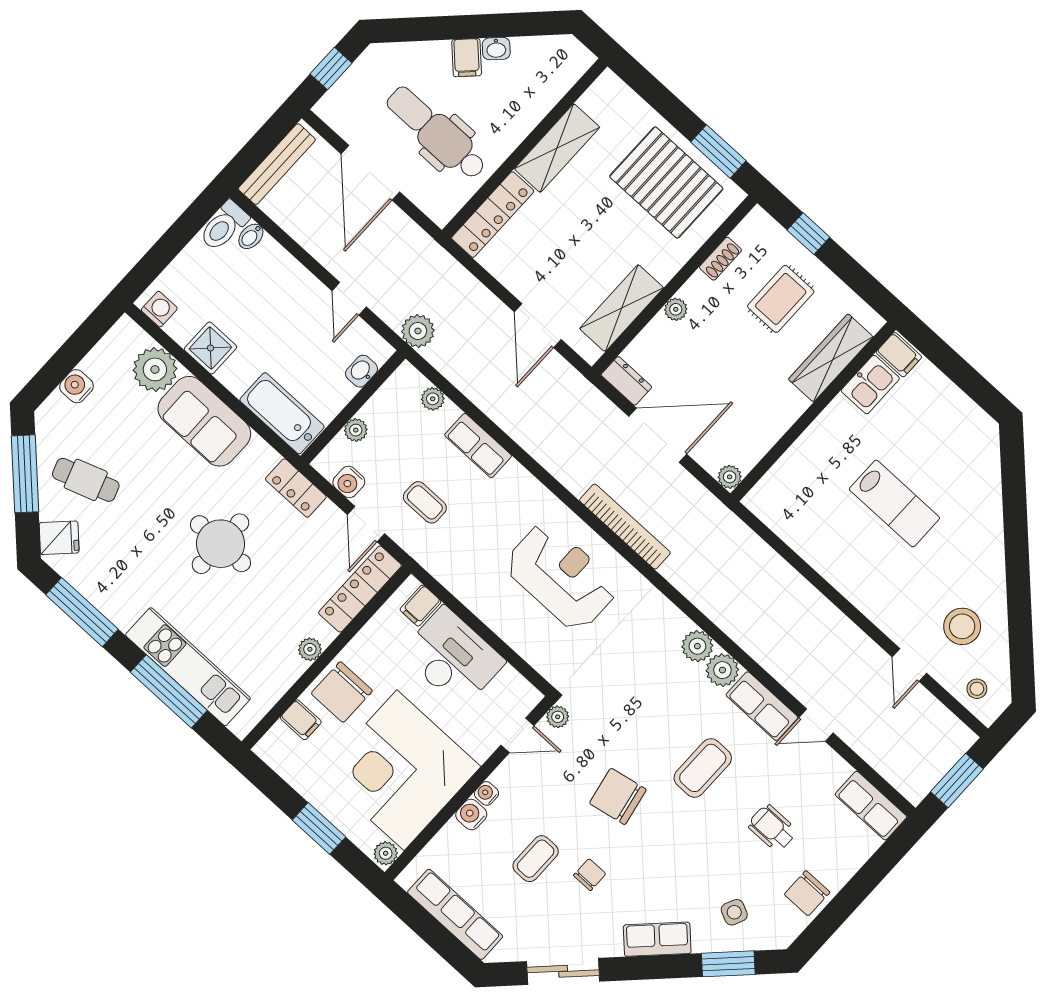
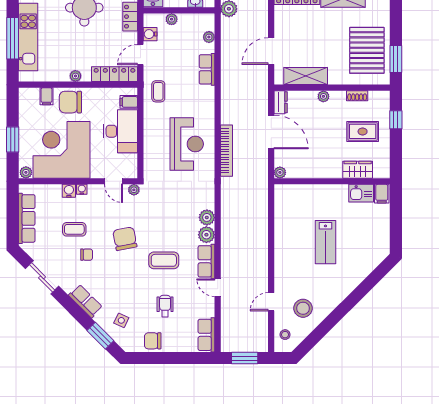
wardrobe: (831, 358) -> (358, 170), width x0.67
coffee table: (425, 502) -> (158, 91), moved

